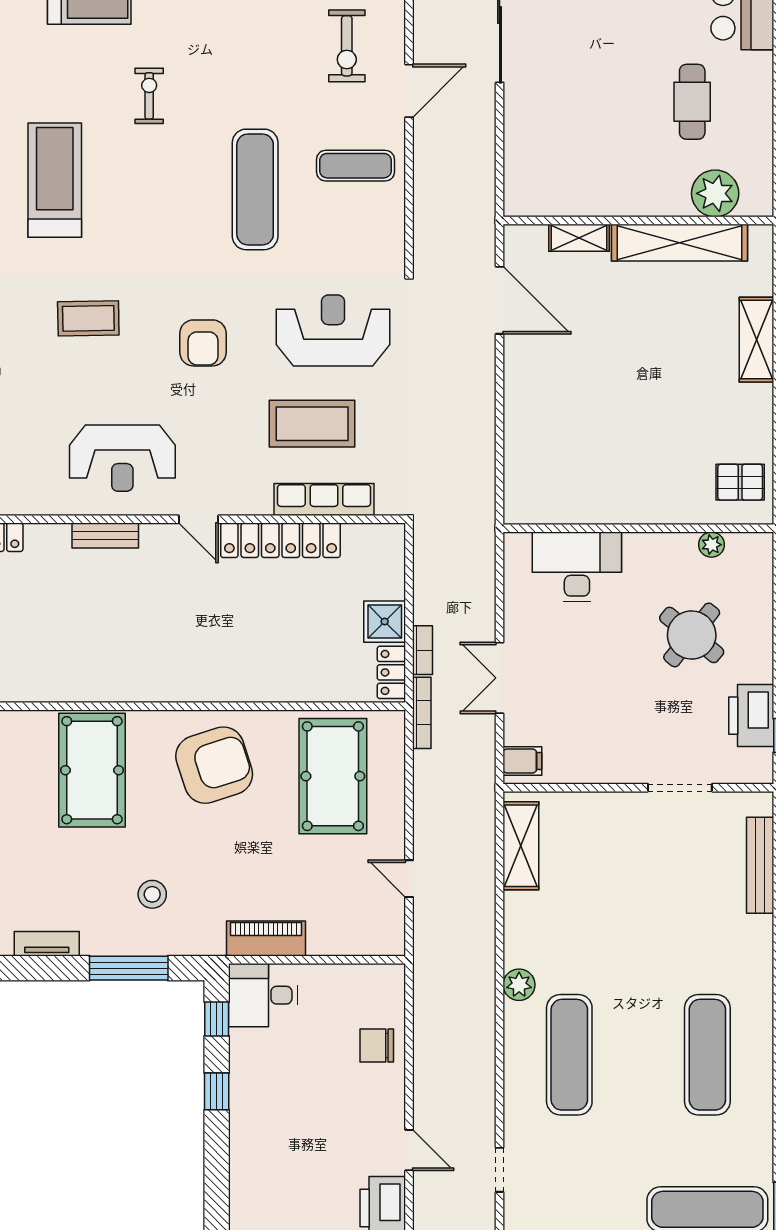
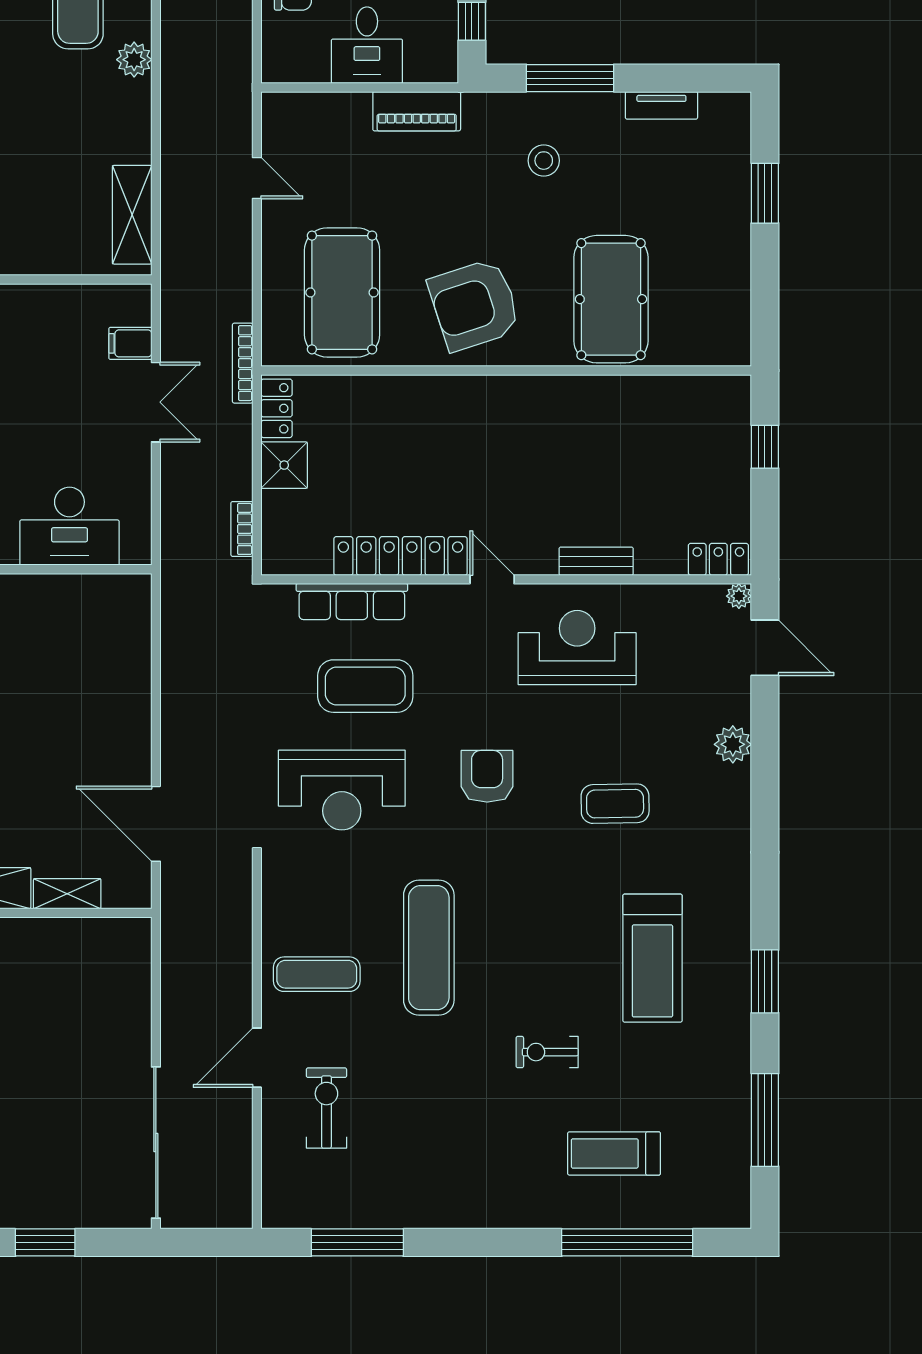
exercise bike: (149, 96) -> (547, 1052), turned 90
bookcase: (422, 650) -> (242, 529), moved
filing cabinet: (522, 761) -> (130, 343), moved
desk: (263, 995) -> (367, 45), moved, turned 90

